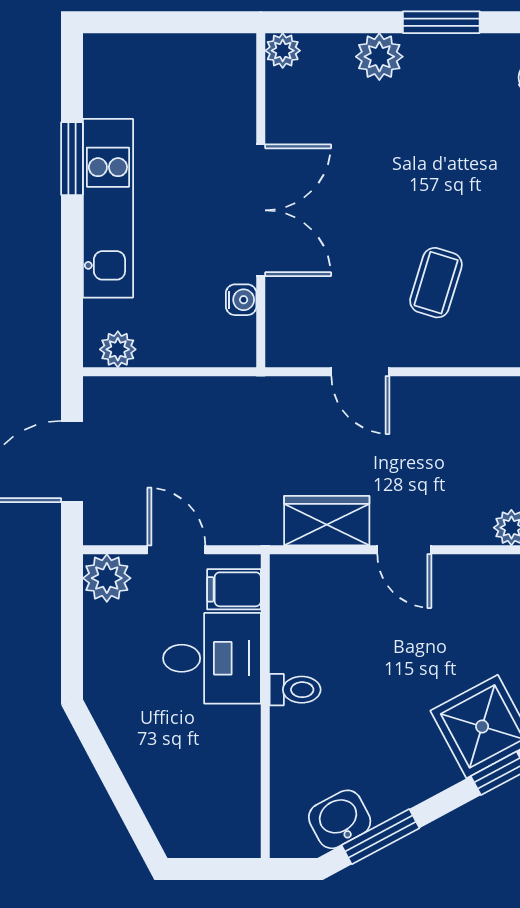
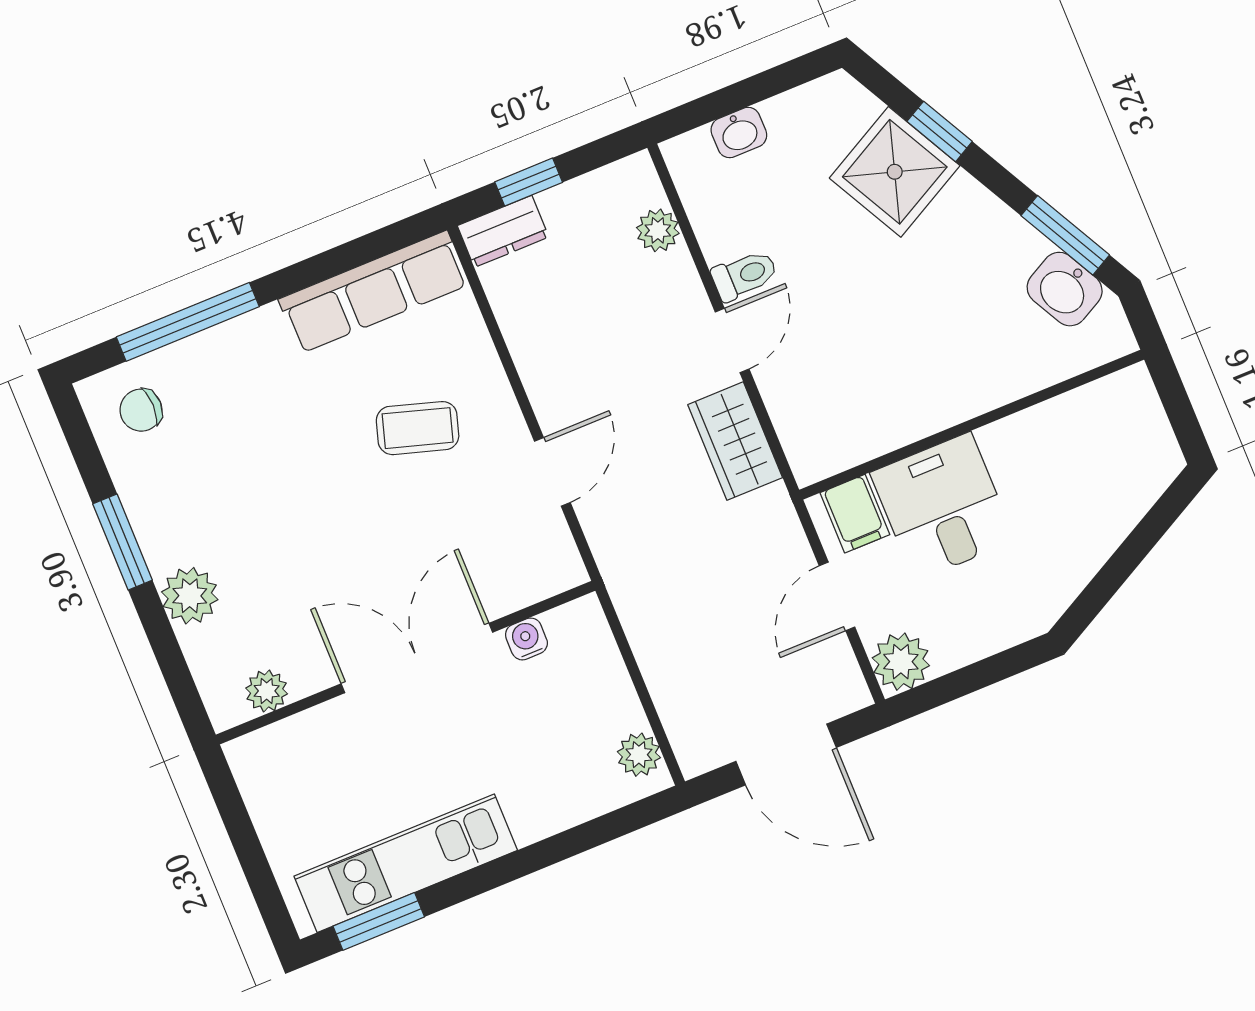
plant: (283, 51) -> (267, 691), moved
window: (72, 159) -> (379, 921), moved
kitchen unit: (108, 208) -> (406, 863), moved
toilet: (295, 690) -> (744, 275), moved, turned 90

